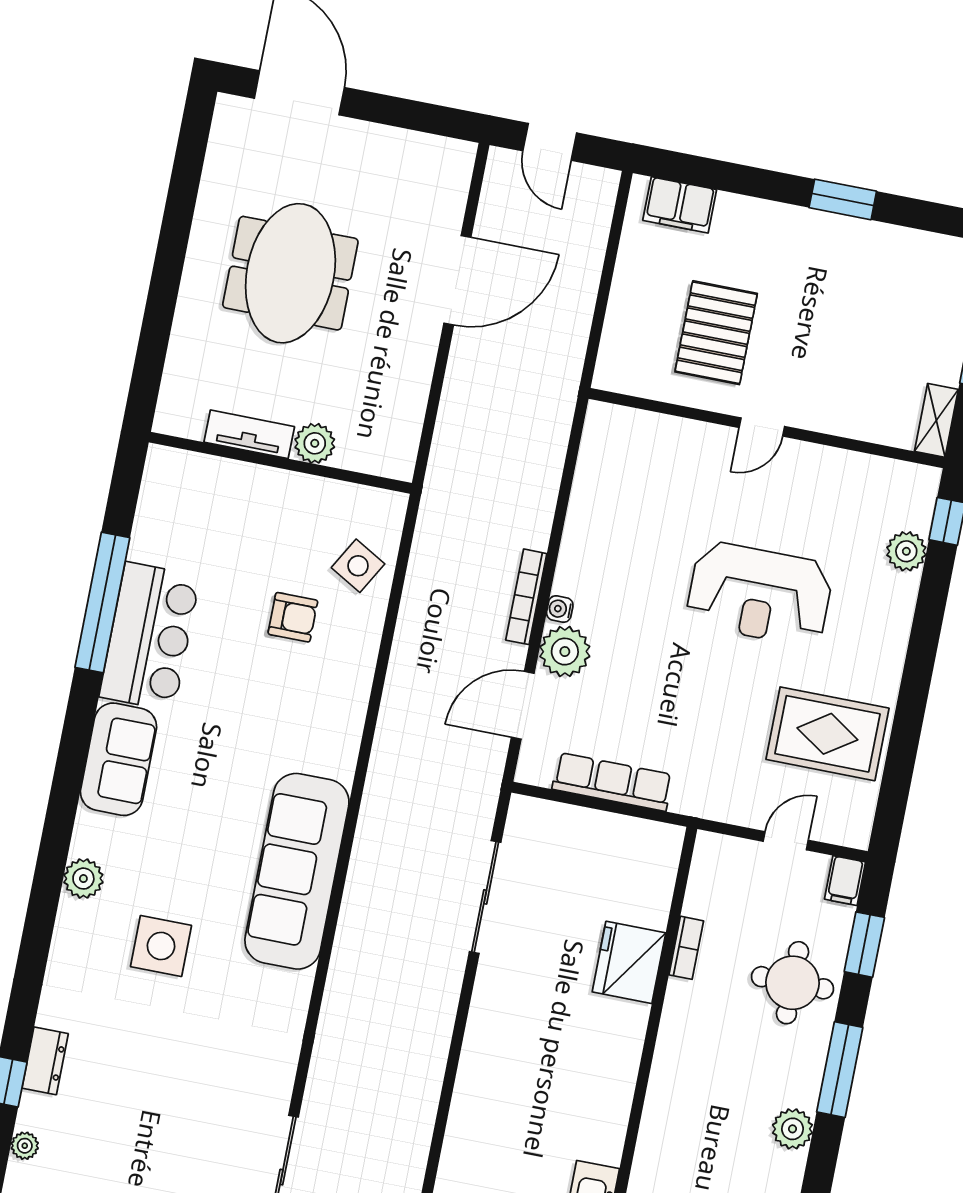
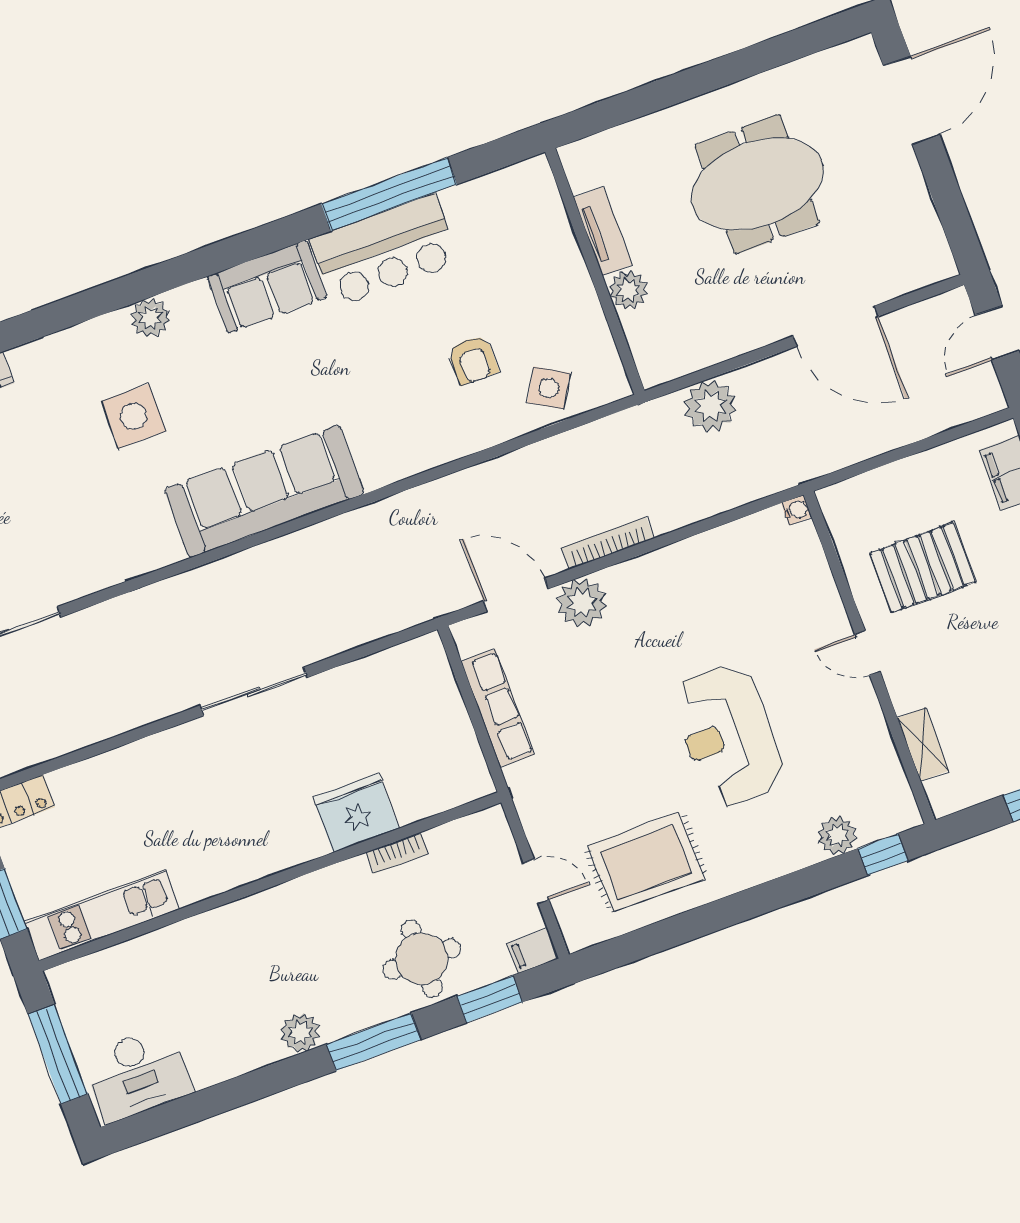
shelving: (936, 420) -> (923, 744), moved, turned 90
plant: (460, 433) -> (710, 406), added
water cooler: (560, 609) -> (796, 510), moved, turned 90
rug: (827, 734) -> (646, 862), turned 90
sliding door: (485, 897) -> (254, 691), moved

